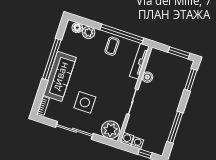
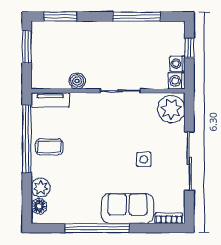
tv unit: (140, 61) -> (50, 100), width x0.71
sofa: (60, 76) -> (128, 208), width x0.73
side table: (85, 102) -> (144, 159), width x0.54, depth x0.54

